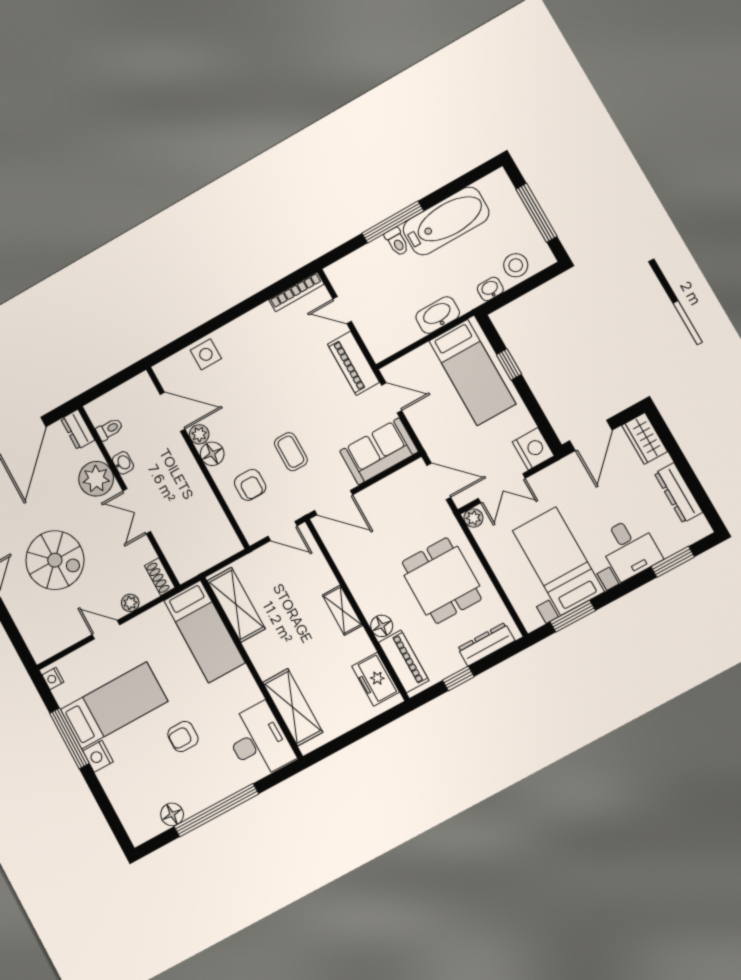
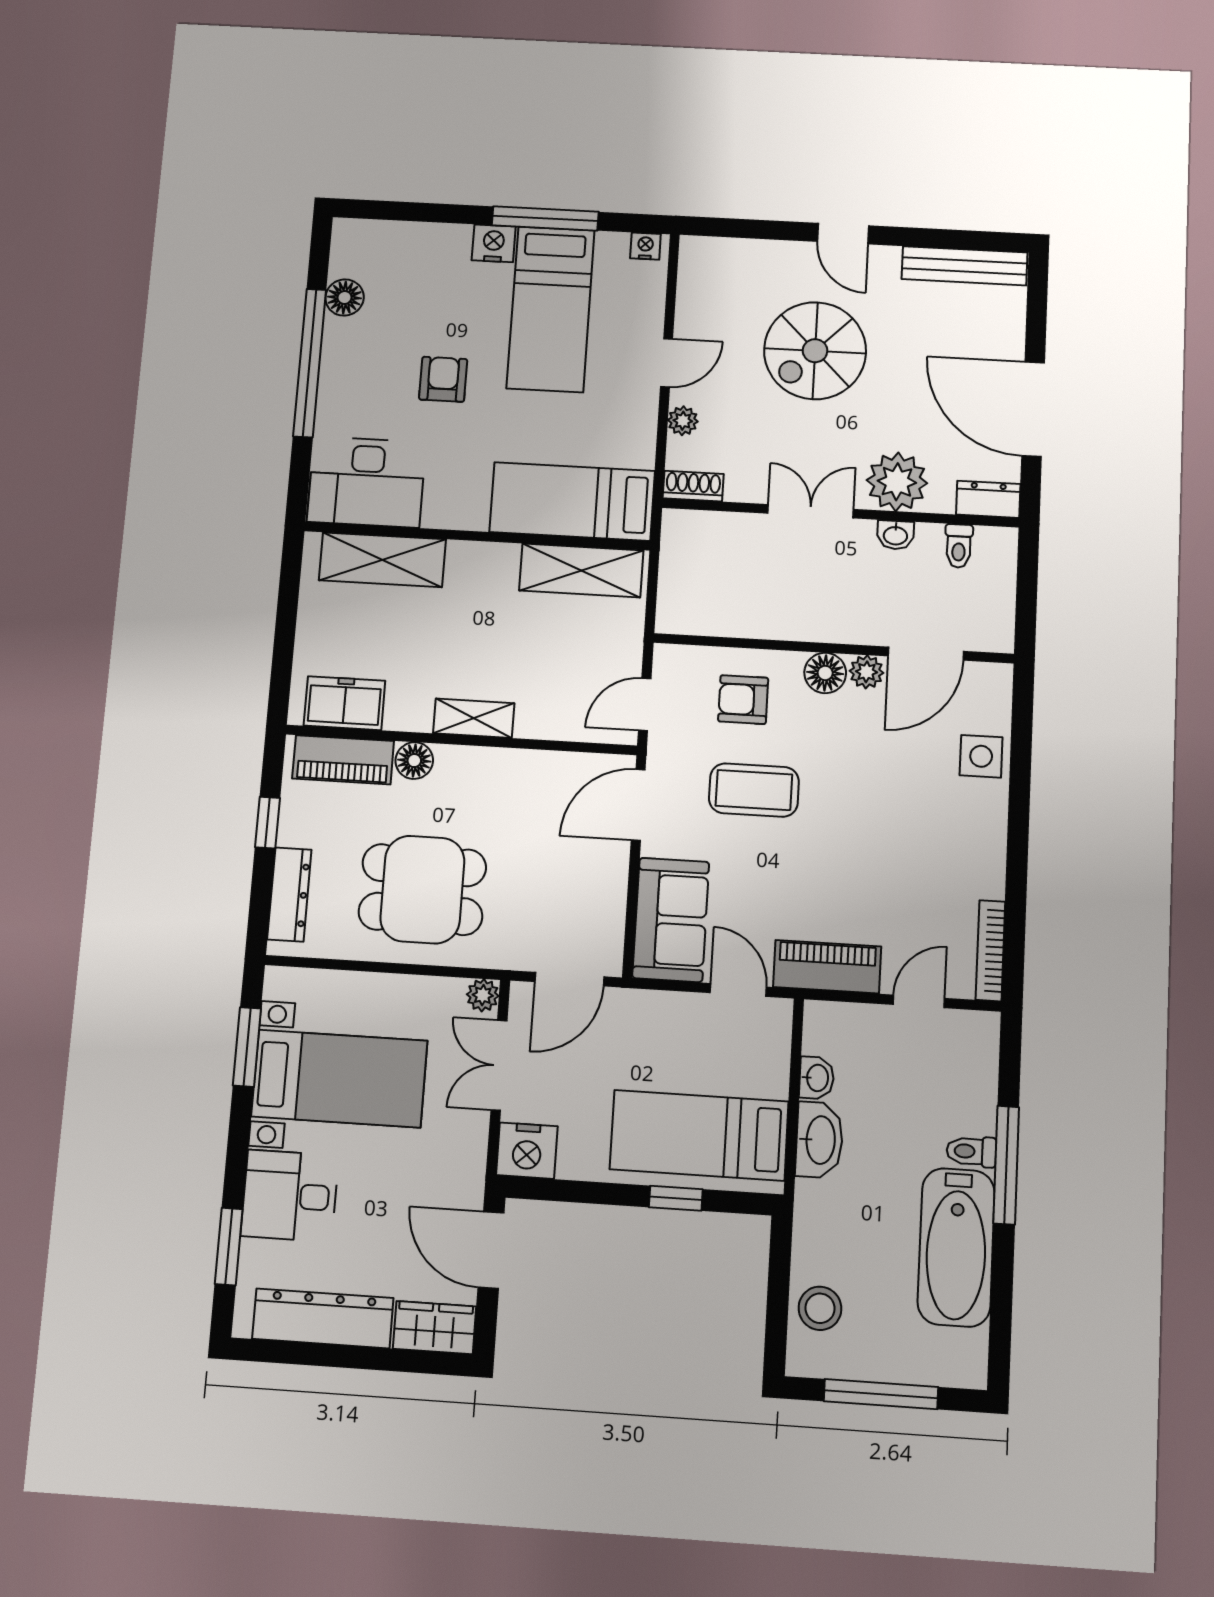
washbasin: (490, 289) -> (817, 1078), moved
door: (392, 398) -> (738, 990), swing flipped
coffee table: (291, 452) -> (754, 790), width x1.36, depth x1.30
dresser: (678, 493) -> (323, 1318), width x1.37, depth x1.24

